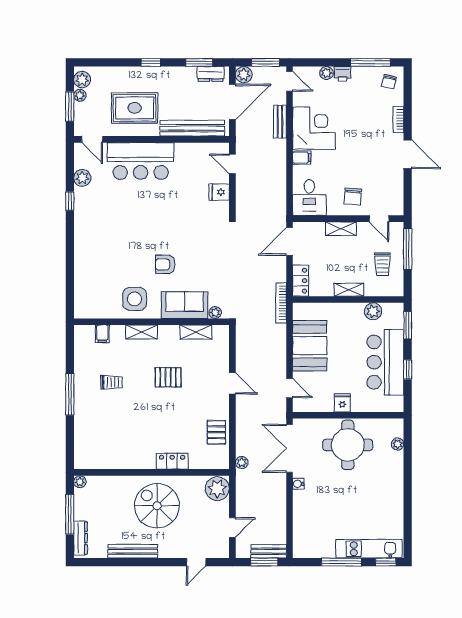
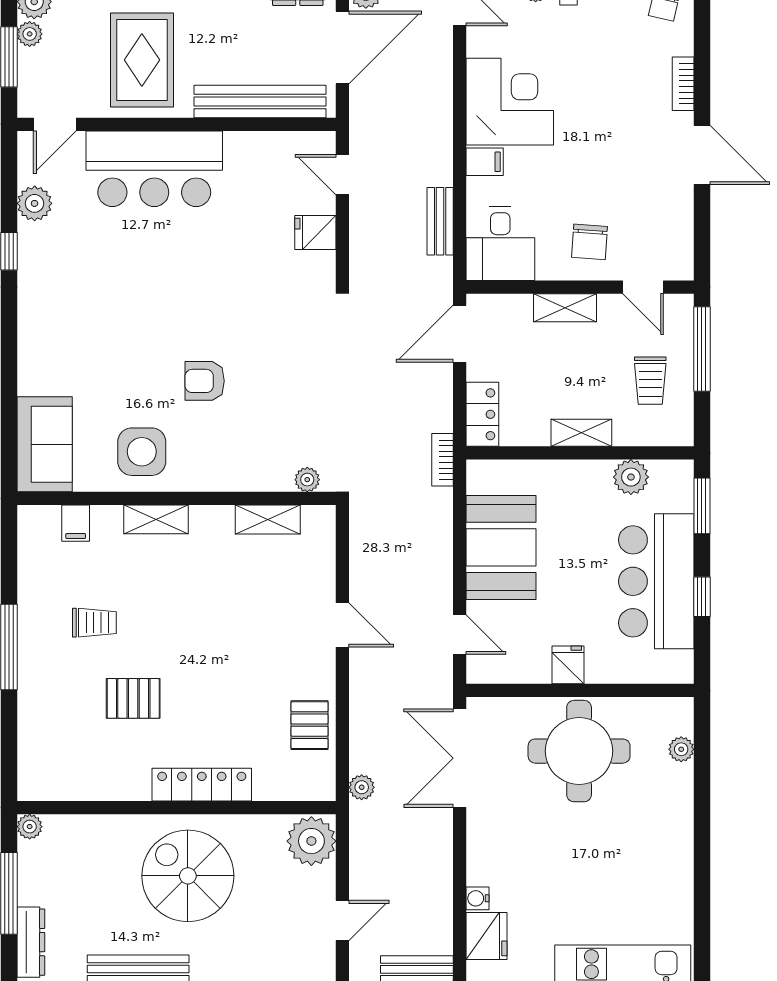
rug: (135, 108) -> (142, 60), turned 90
bench: (280, 122) -> (440, 221), moved
door: (92, 139) -> (55, 124), hinge flipped
bookcase: (281, 303) -> (442, 460), width x0.64
sofa: (185, 305) -> (45, 444), moved, turned 90
pallet: (168, 377) -> (133, 698), moved
locker: (172, 461) -> (202, 785), width x1.53
water cooler: (298, 484) -> (478, 898), moved
fridge: (303, 535) -> (486, 936), added

